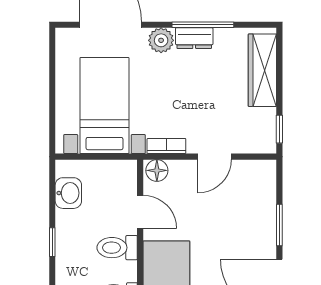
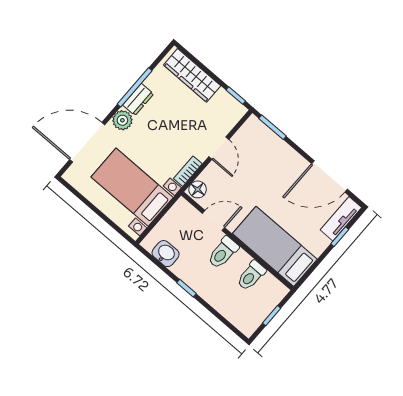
window: (279, 225) -> (272, 127), moved

